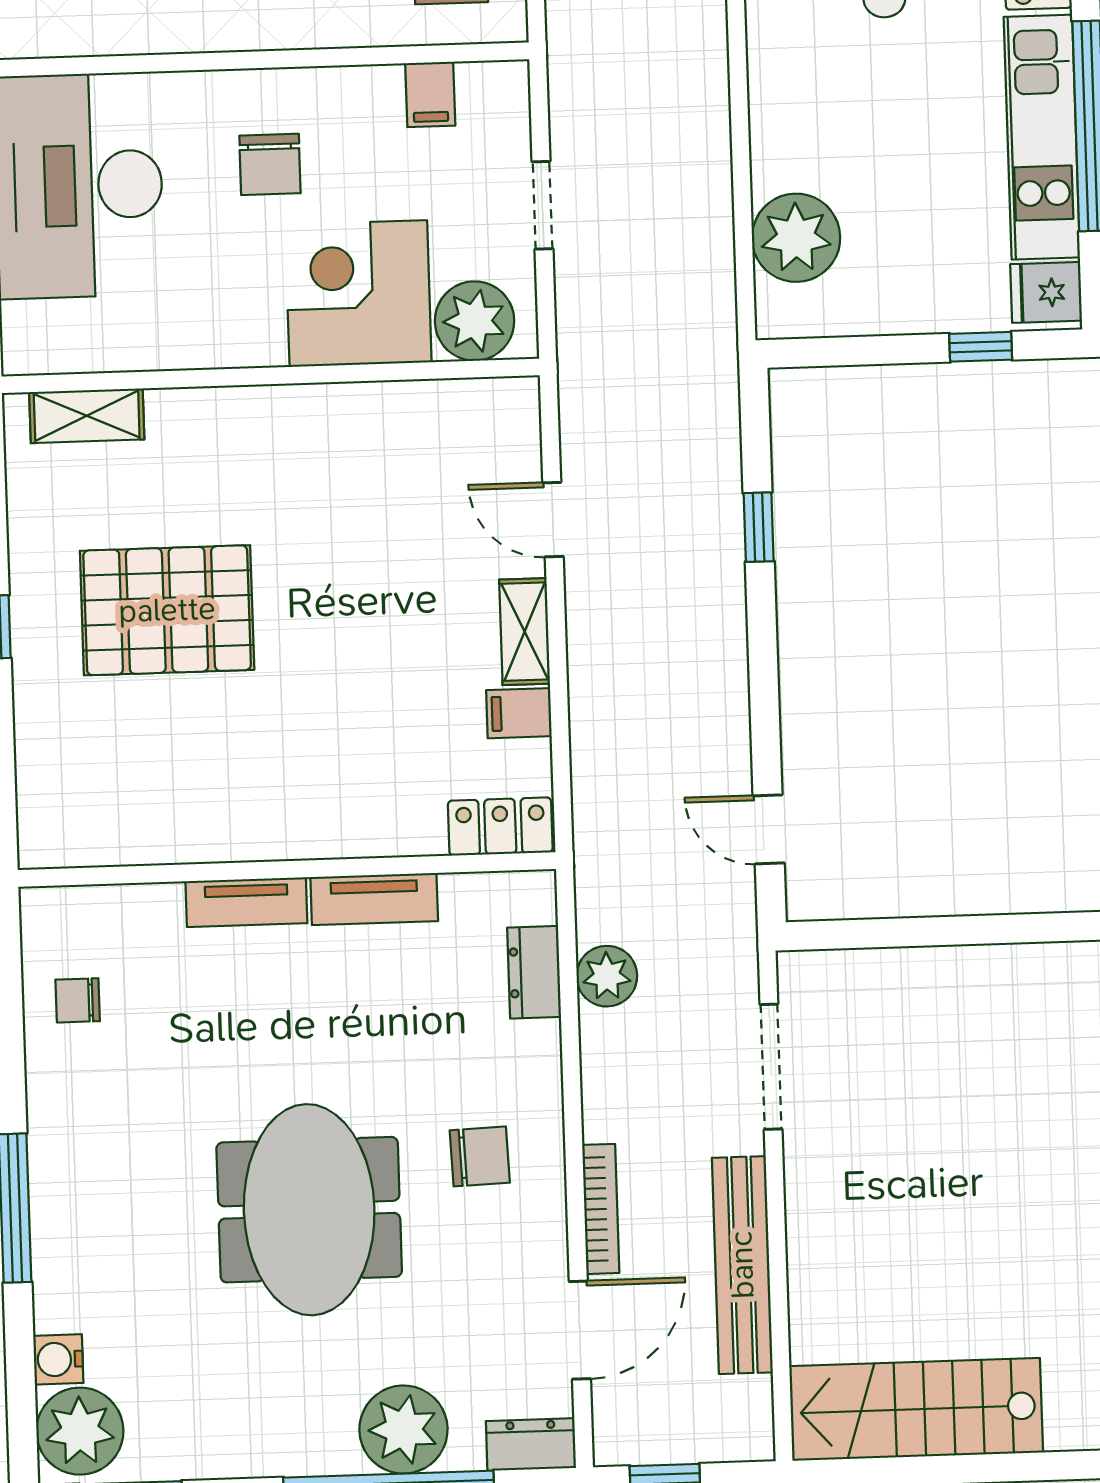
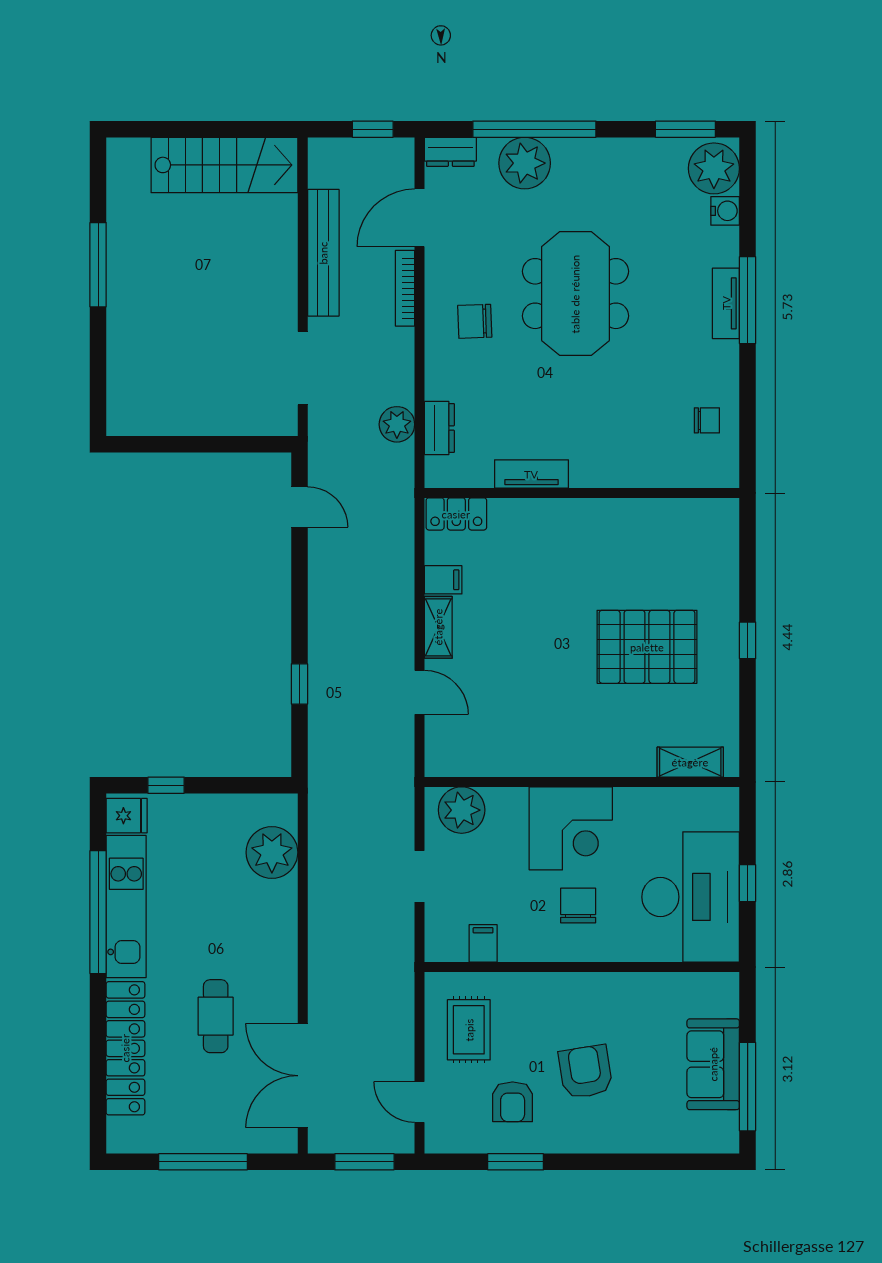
corner desk: (358, 293) -> (571, 828), moved
tv unit: (246, 902) -> (726, 303), moved, turned -90

